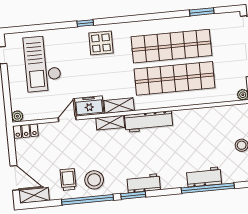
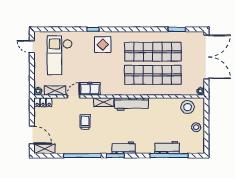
shelving: (119, 106) -> (55, 91), moved
trolley: (68, 180) -> (85, 122), moved
stool: (94, 180) -> (188, 107), moved

